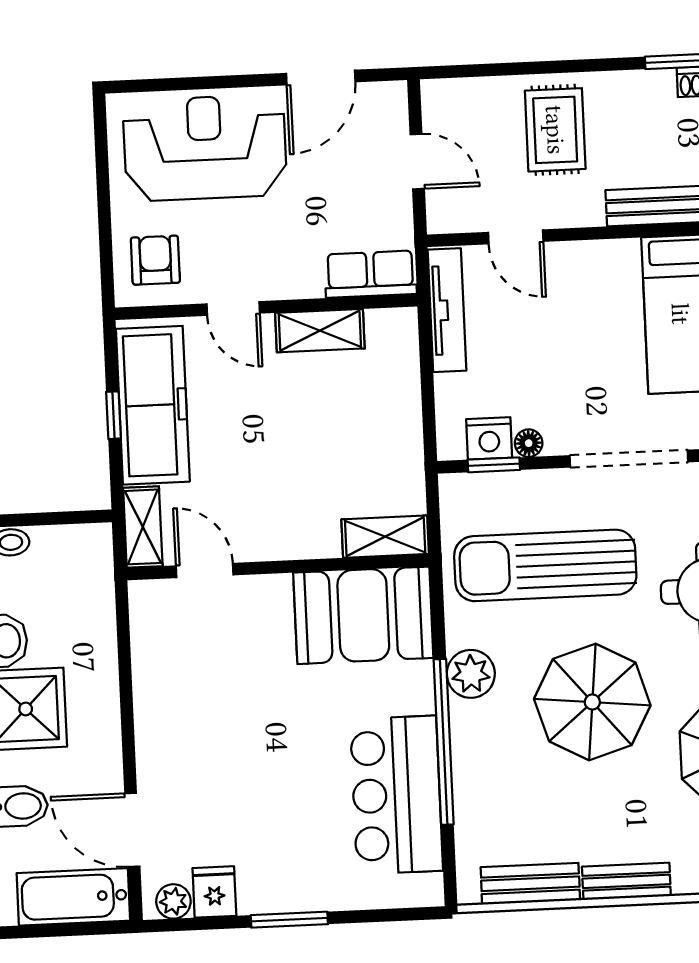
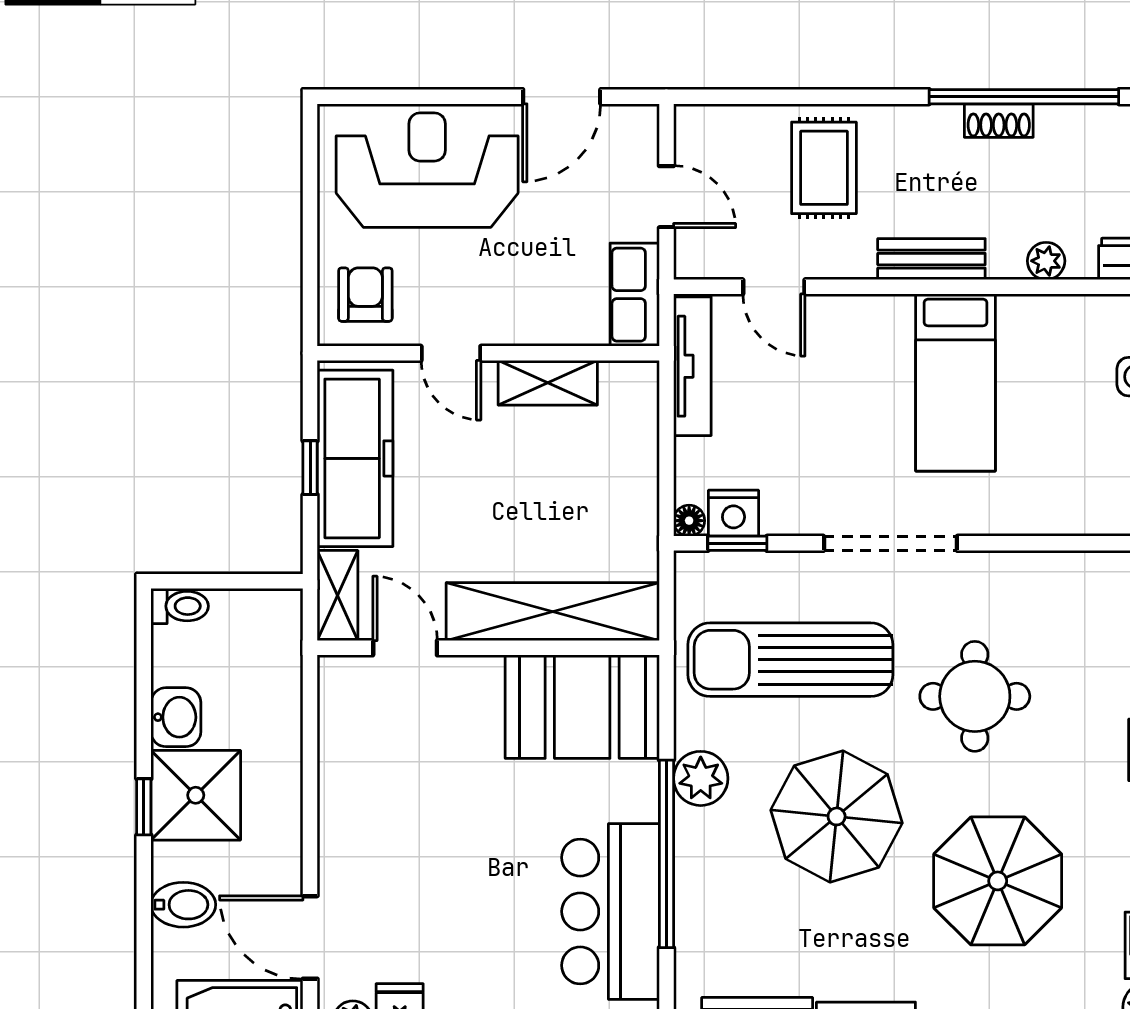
row of seats: (370, 274) -> (635, 295), moved, turned -90
floor lamp: (529, 443) -> (689, 521), moved
shelving: (385, 537) -> (553, 612), width x2.20, depth x1.33

